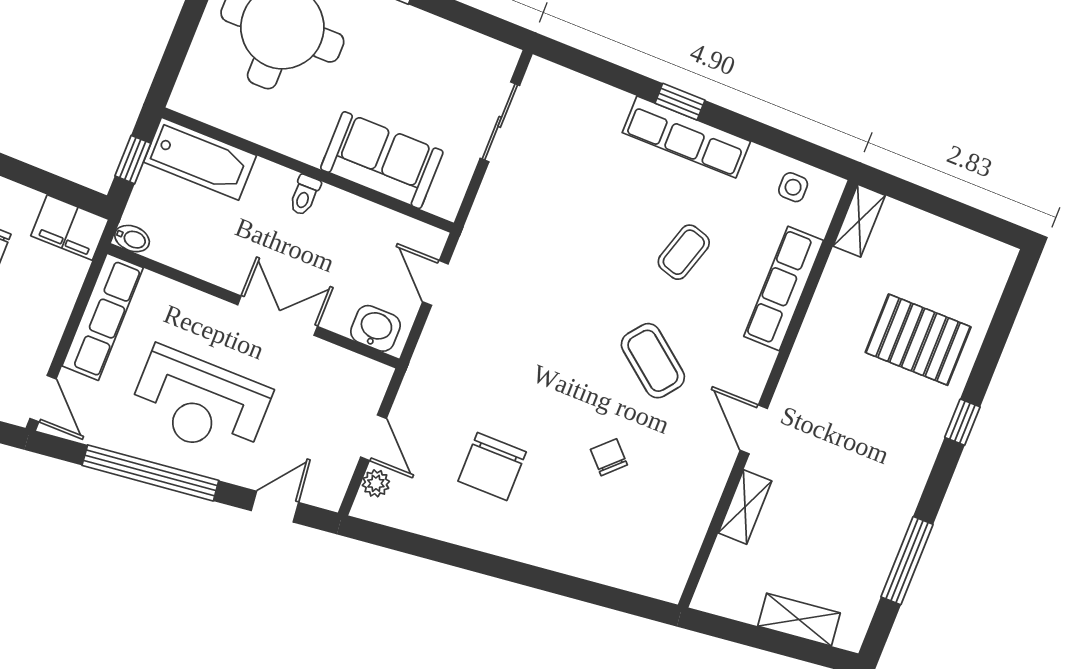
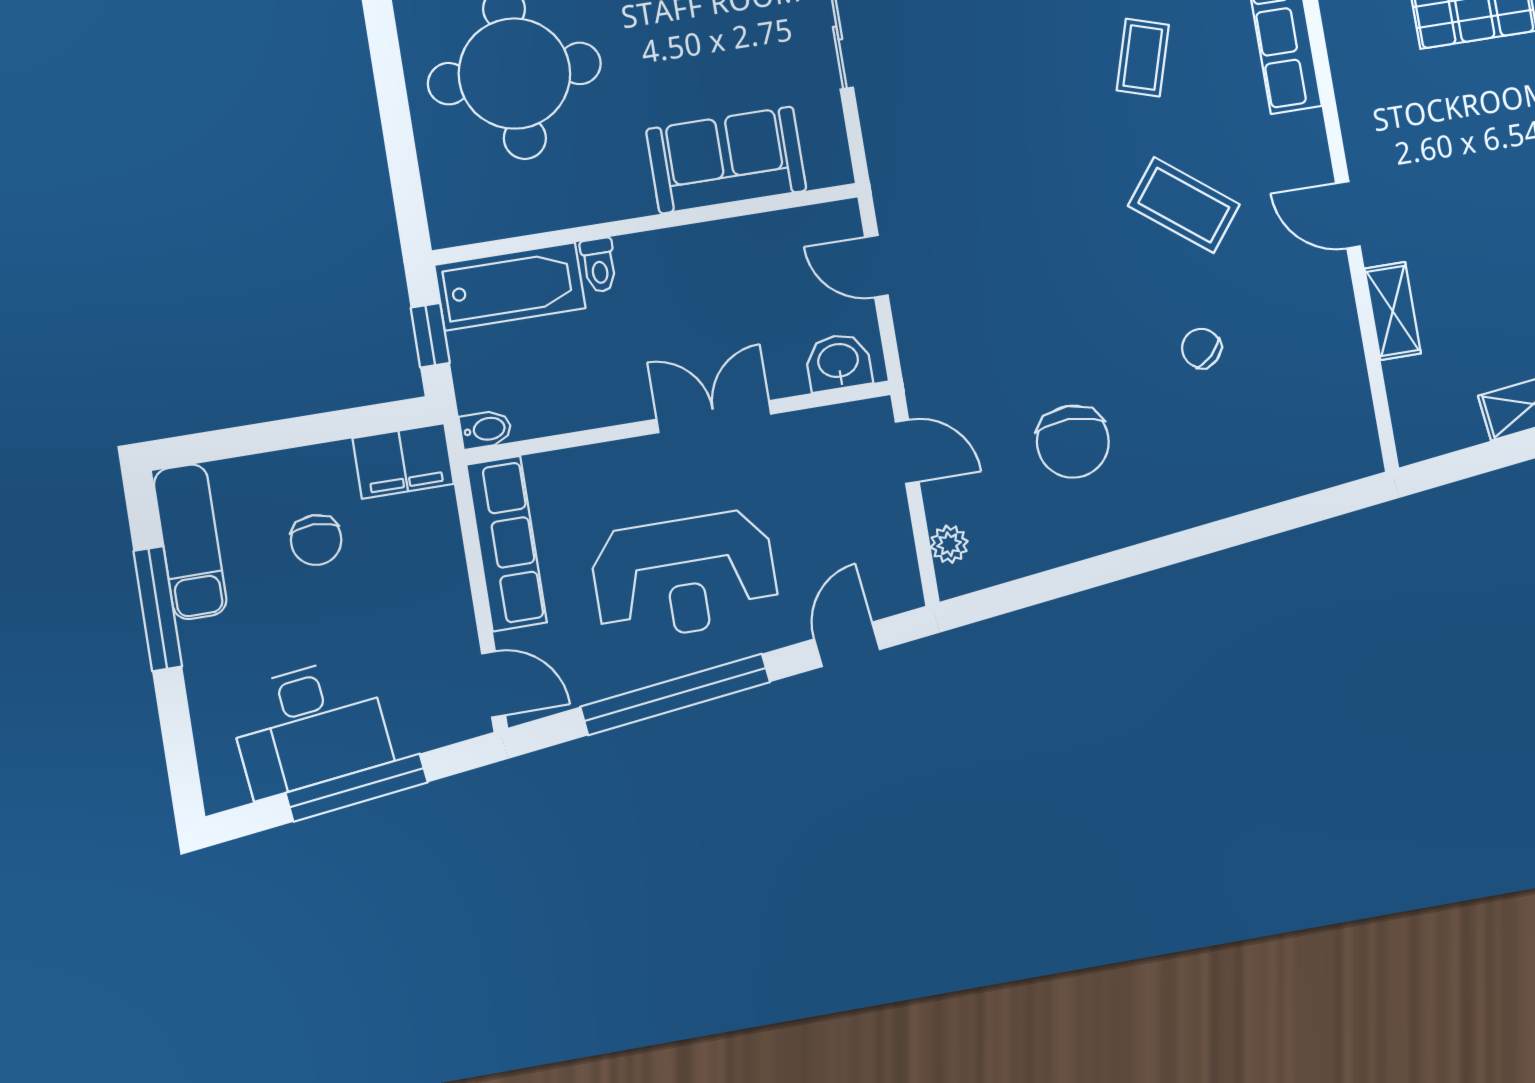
toilet: (305, 195) -> (599, 265), moved
door: (373, 438) -> (907, 452), moved

